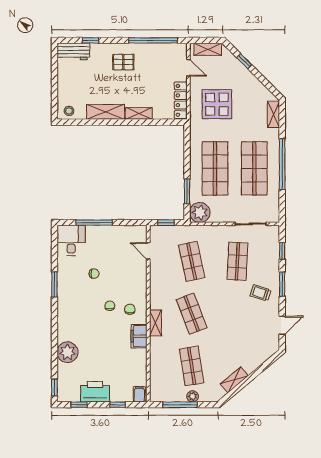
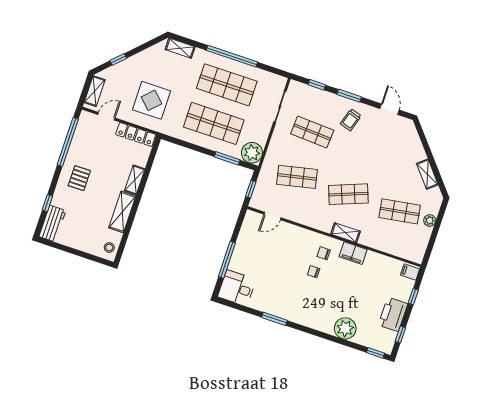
chair: (94, 274) -> (277, 277), removed
window: (180, 405) -> (434, 235), removed

